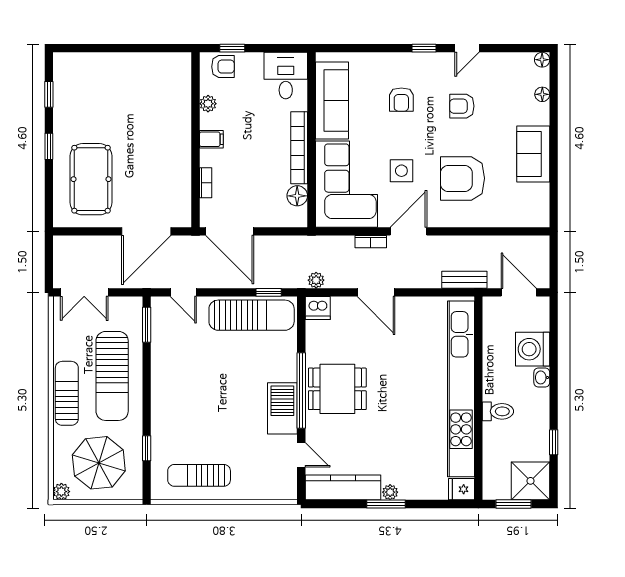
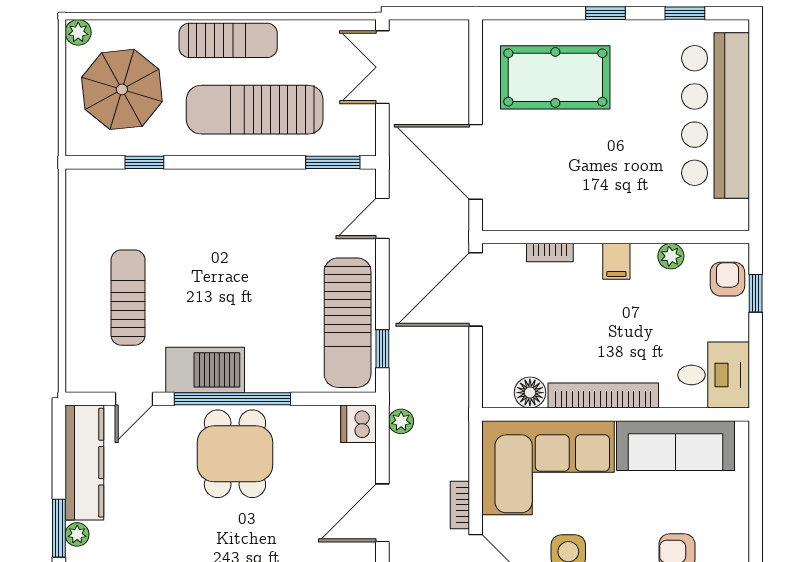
armchair: (223, 67) -> (727, 279), turned 180
bar counter: (116, 74) -> (716, 116), added
sun lounger: (199, 475) -> (128, 298), moved

